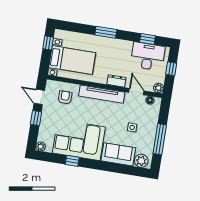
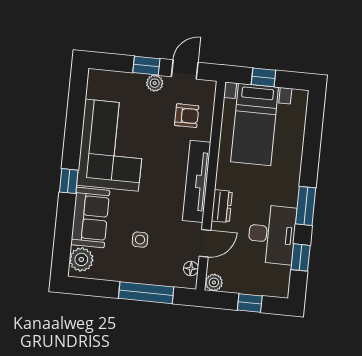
window: (106, 32) -> (306, 206), moved
window: (48, 43) -> (263, 77), moved
desk: (148, 56) -> (272, 234), moved
window: (160, 139) -> (146, 293), moved
plant: (41, 147) -> (155, 83), moved
window: (72, 161) -> (69, 181), moved

